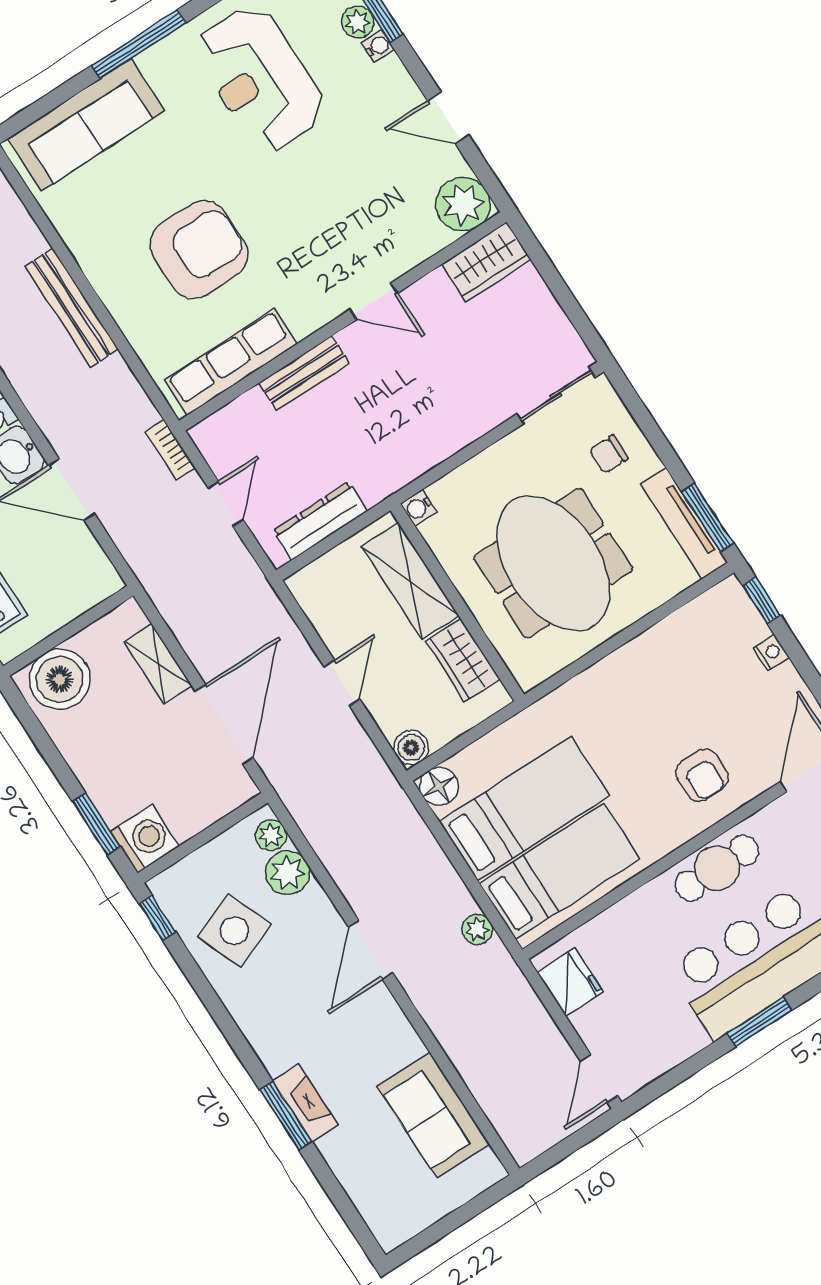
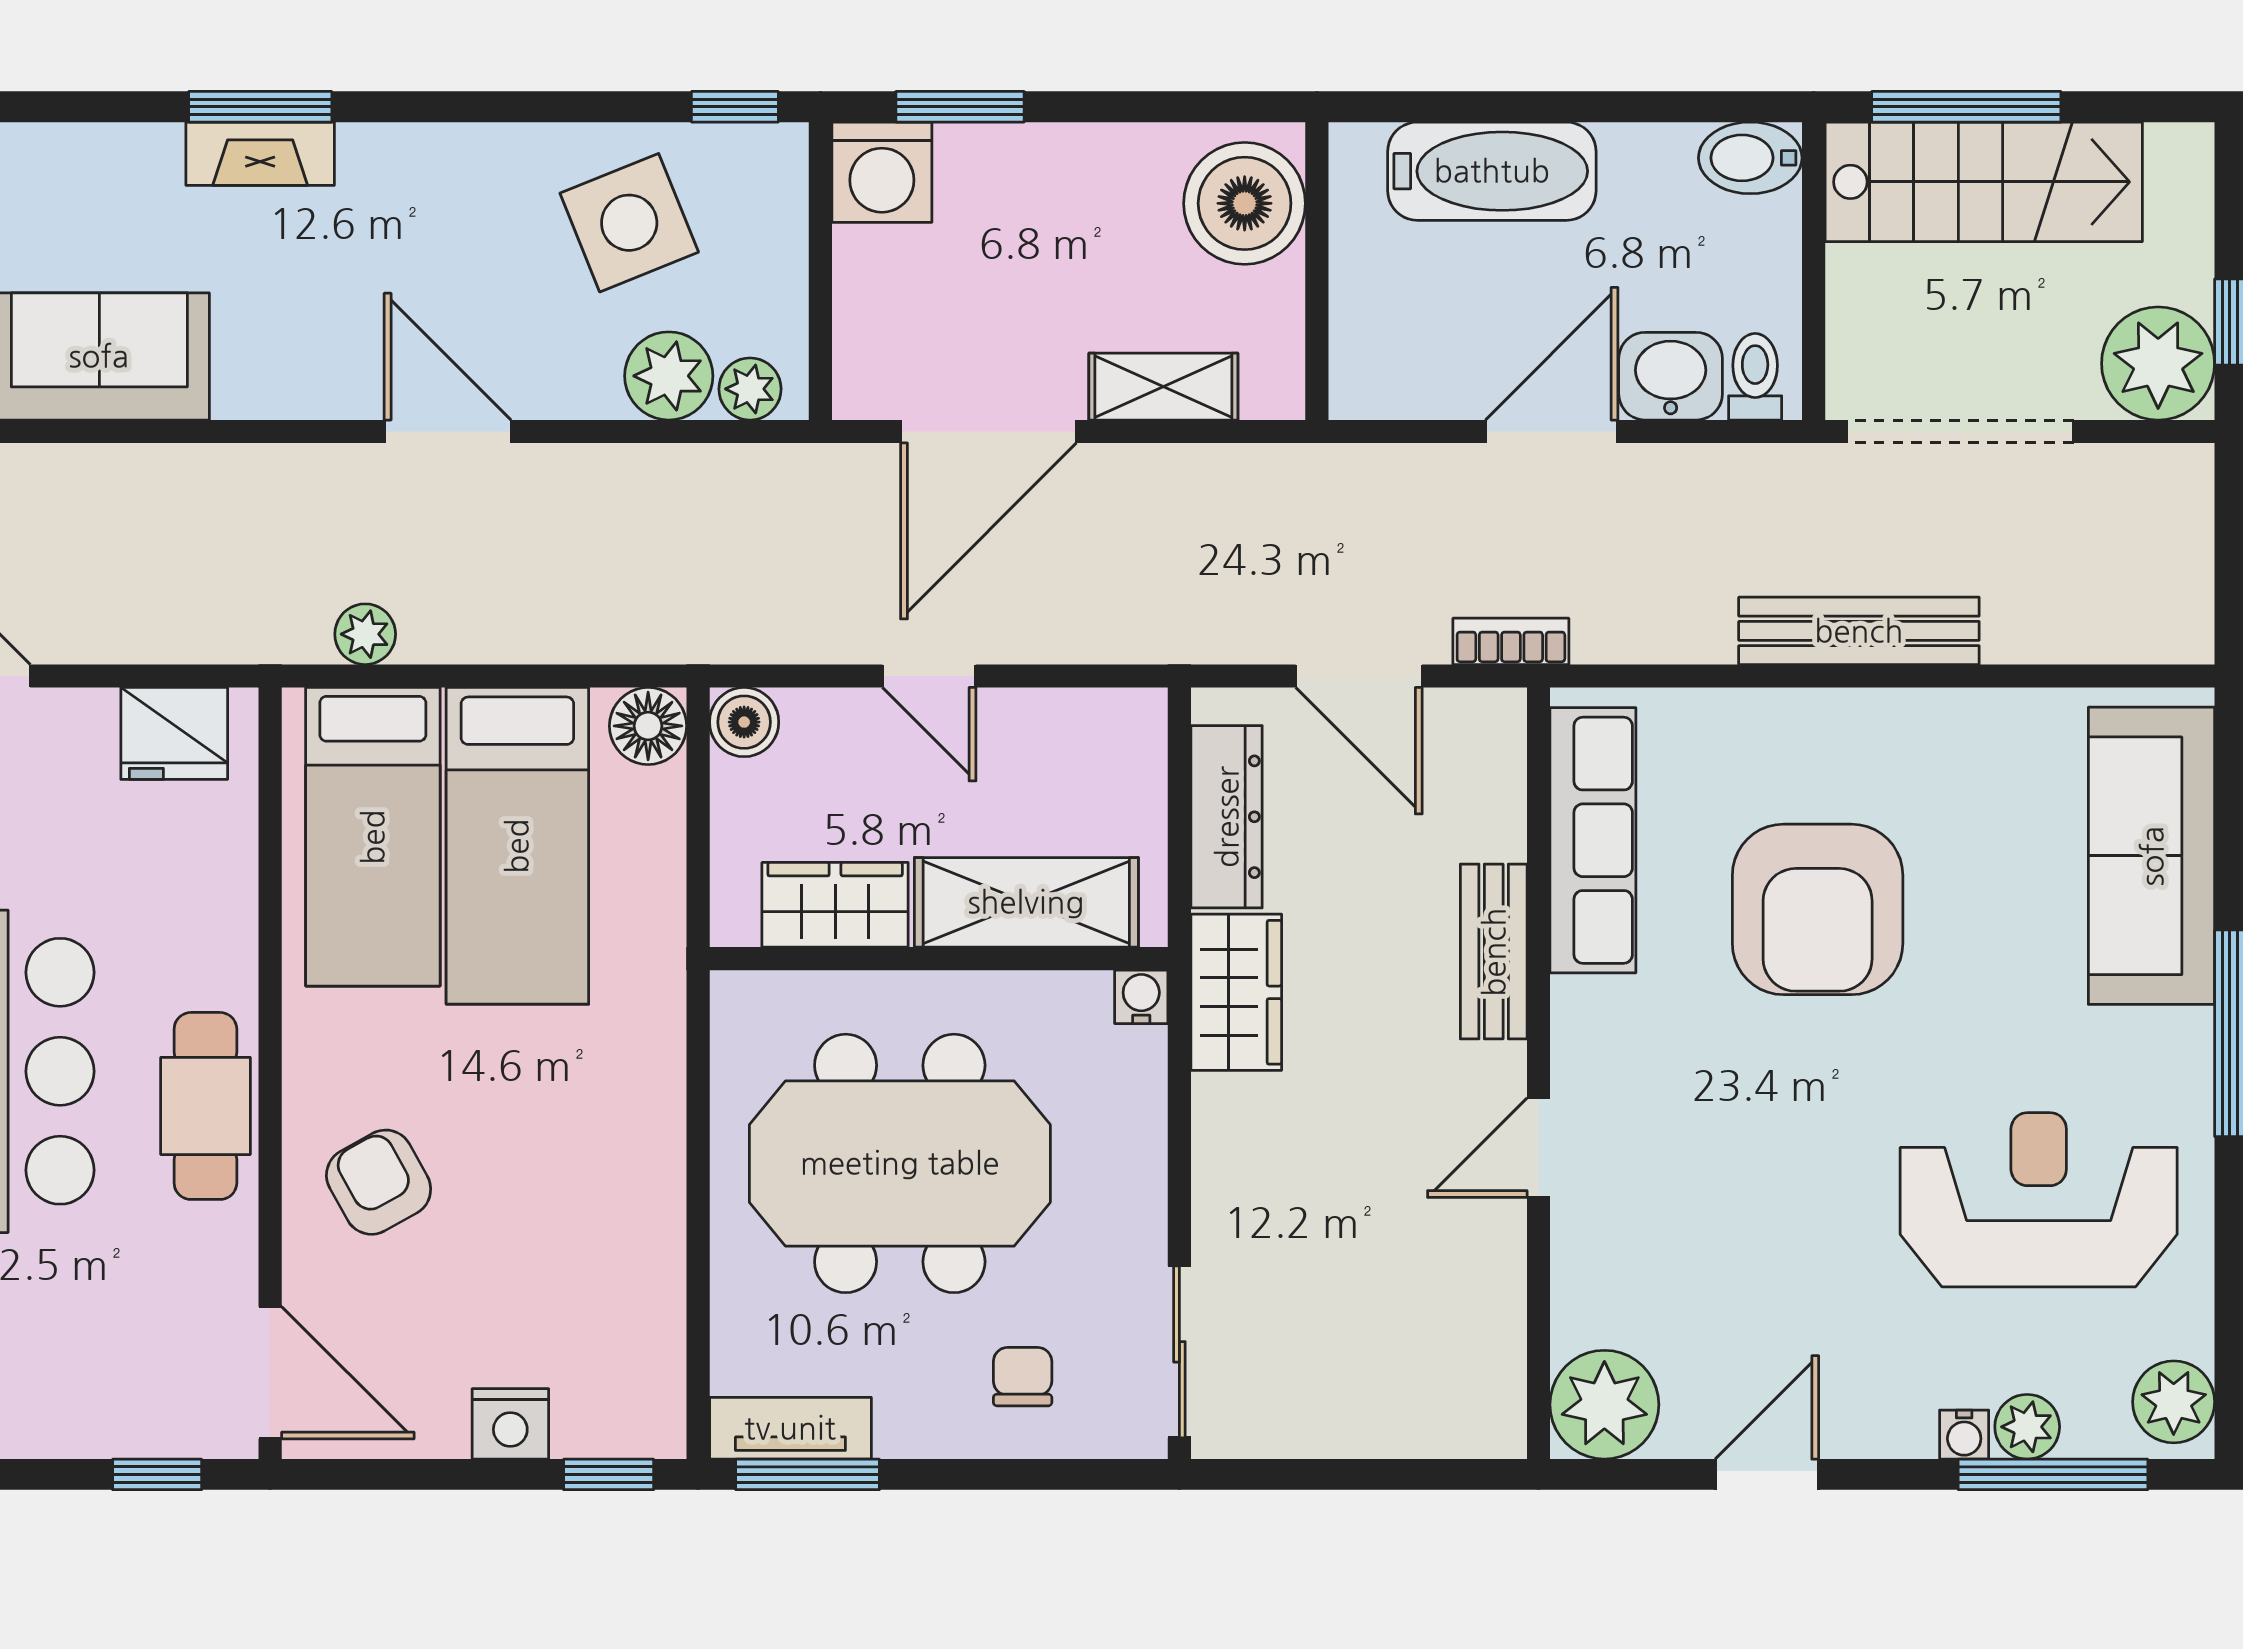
wardrobe: (486, 262) -> (1236, 992), moved, turned 180
door: (226, 504) -> (1359, 676), width x1.38
tv unit: (684, 523) -> (790, 1428), width x0.71
nightstand: (771, 653) -> (510, 1424), width x1.39, depth x1.35
door: (224, 724) -> (988, 431), hinge flipped
armchair: (702, 775) -> (379, 1182), turned 61

